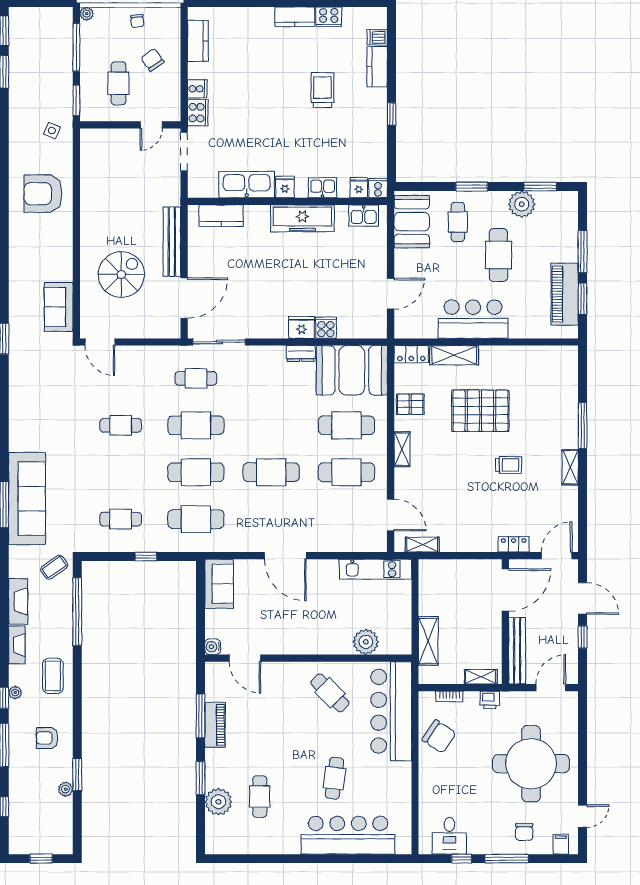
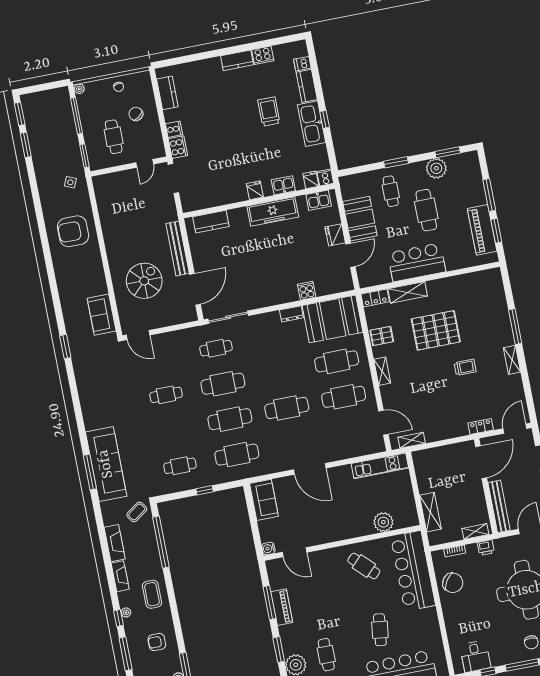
kitchen sink: (247, 185) -> (312, 124), moved, turned -90
booth: (412, 222) -> (360, 219), moved
fridge: (302, 328) -> (335, 235), moved, turned -90

